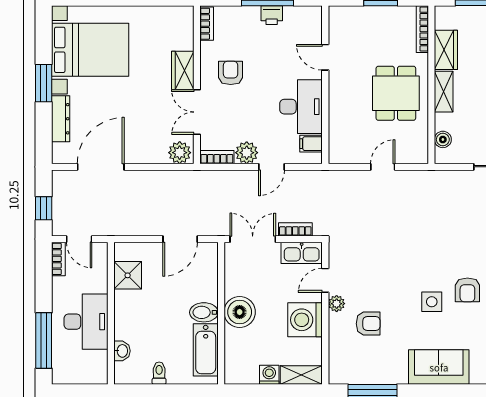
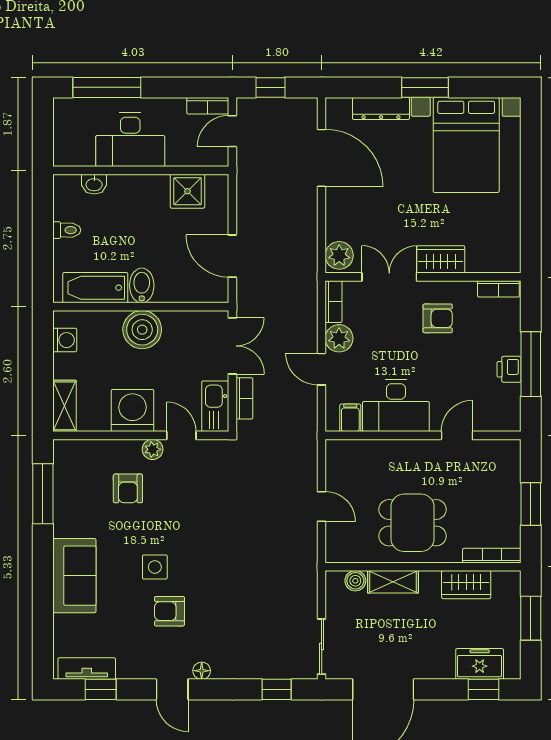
shelving: (444, 92) -> (393, 582), moved
washing machine: (269, 375) -> (65, 340), moved

